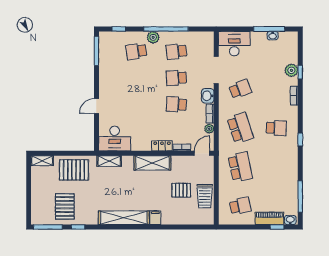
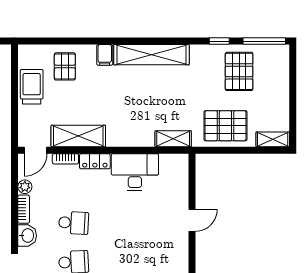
desk: (115, 139) -> (135, 172), moved
shelving: (152, 163) -> (78, 136), moved
pallet: (181, 190) -> (65, 66), moved, turned 90

